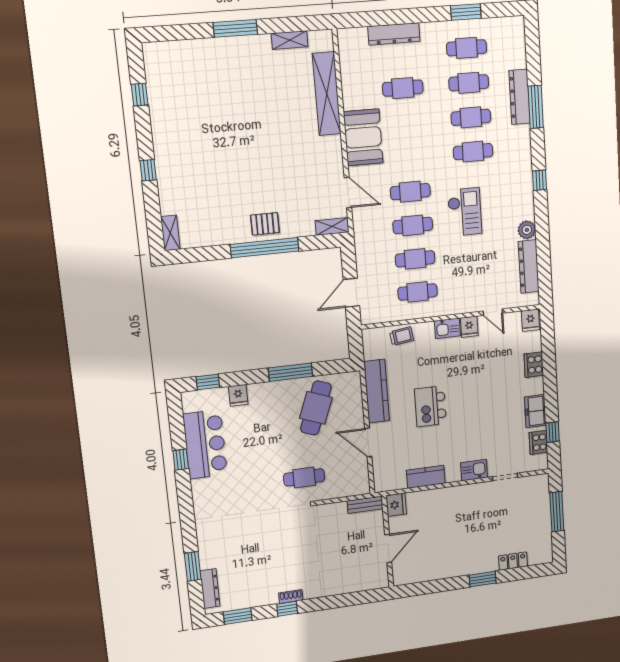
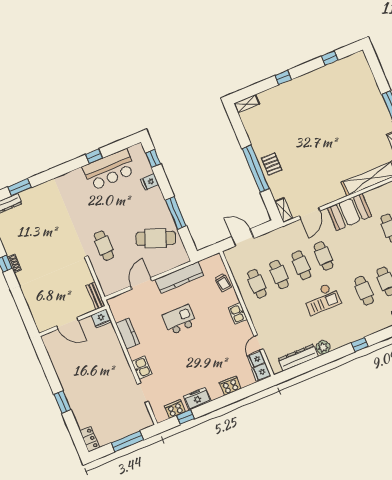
fridge: (469, 327) -> (256, 359), moved
locker: (513, 561) -> (89, 439), moved

